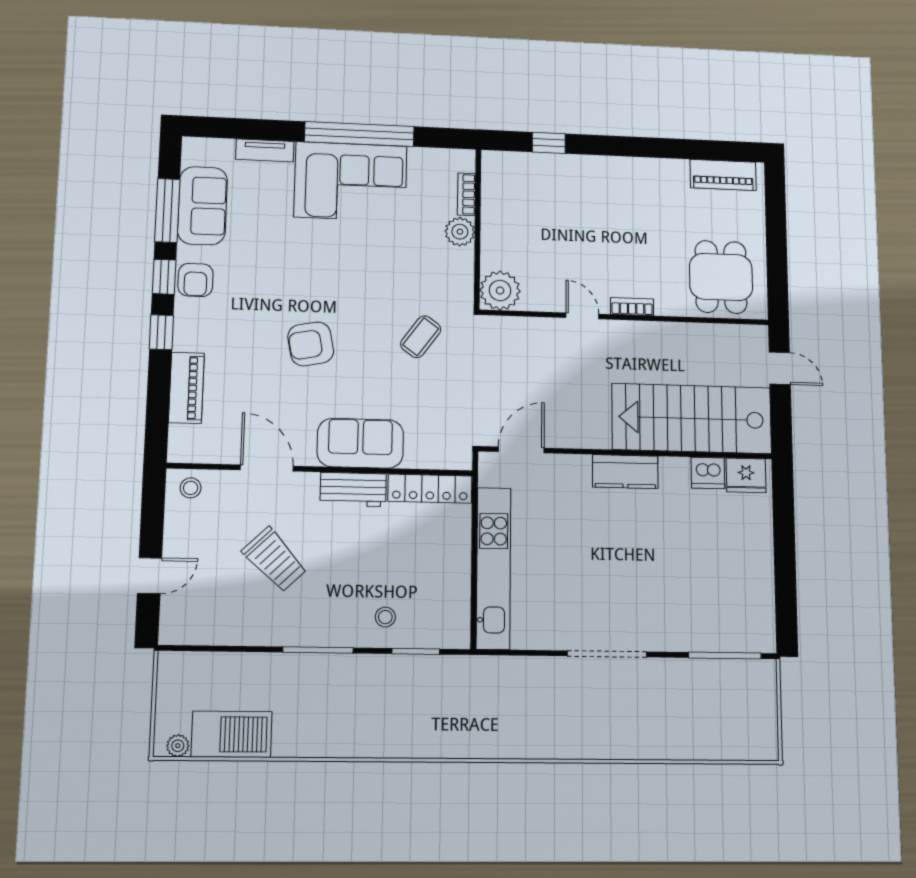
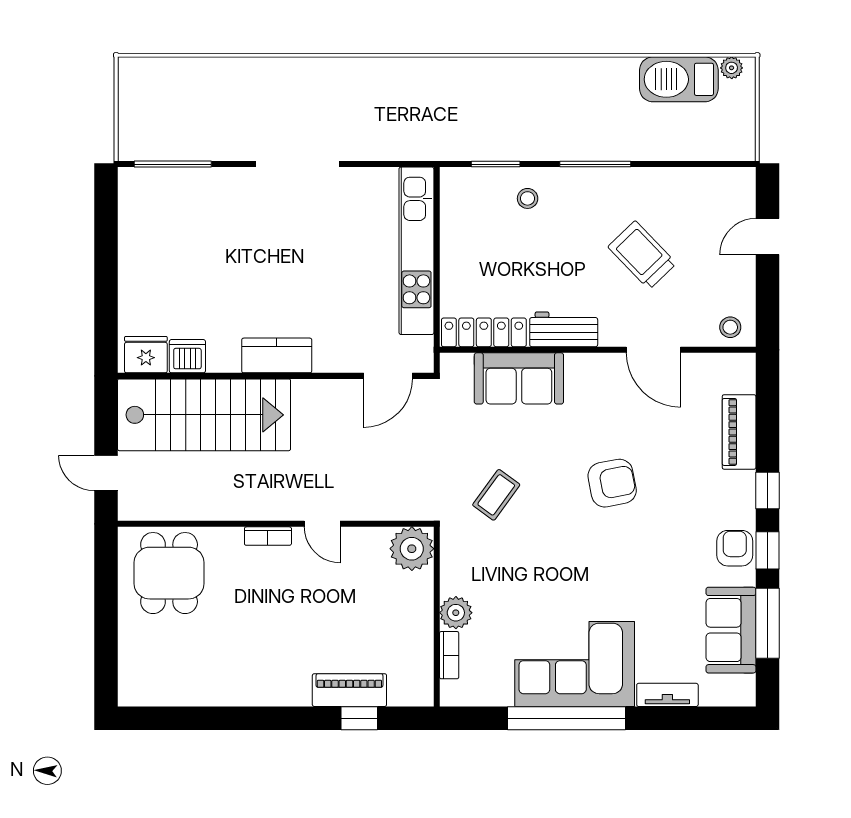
piano: (723, 175) -> (349, 690), moved
sofa: (360, 443) -> (519, 378), moved

